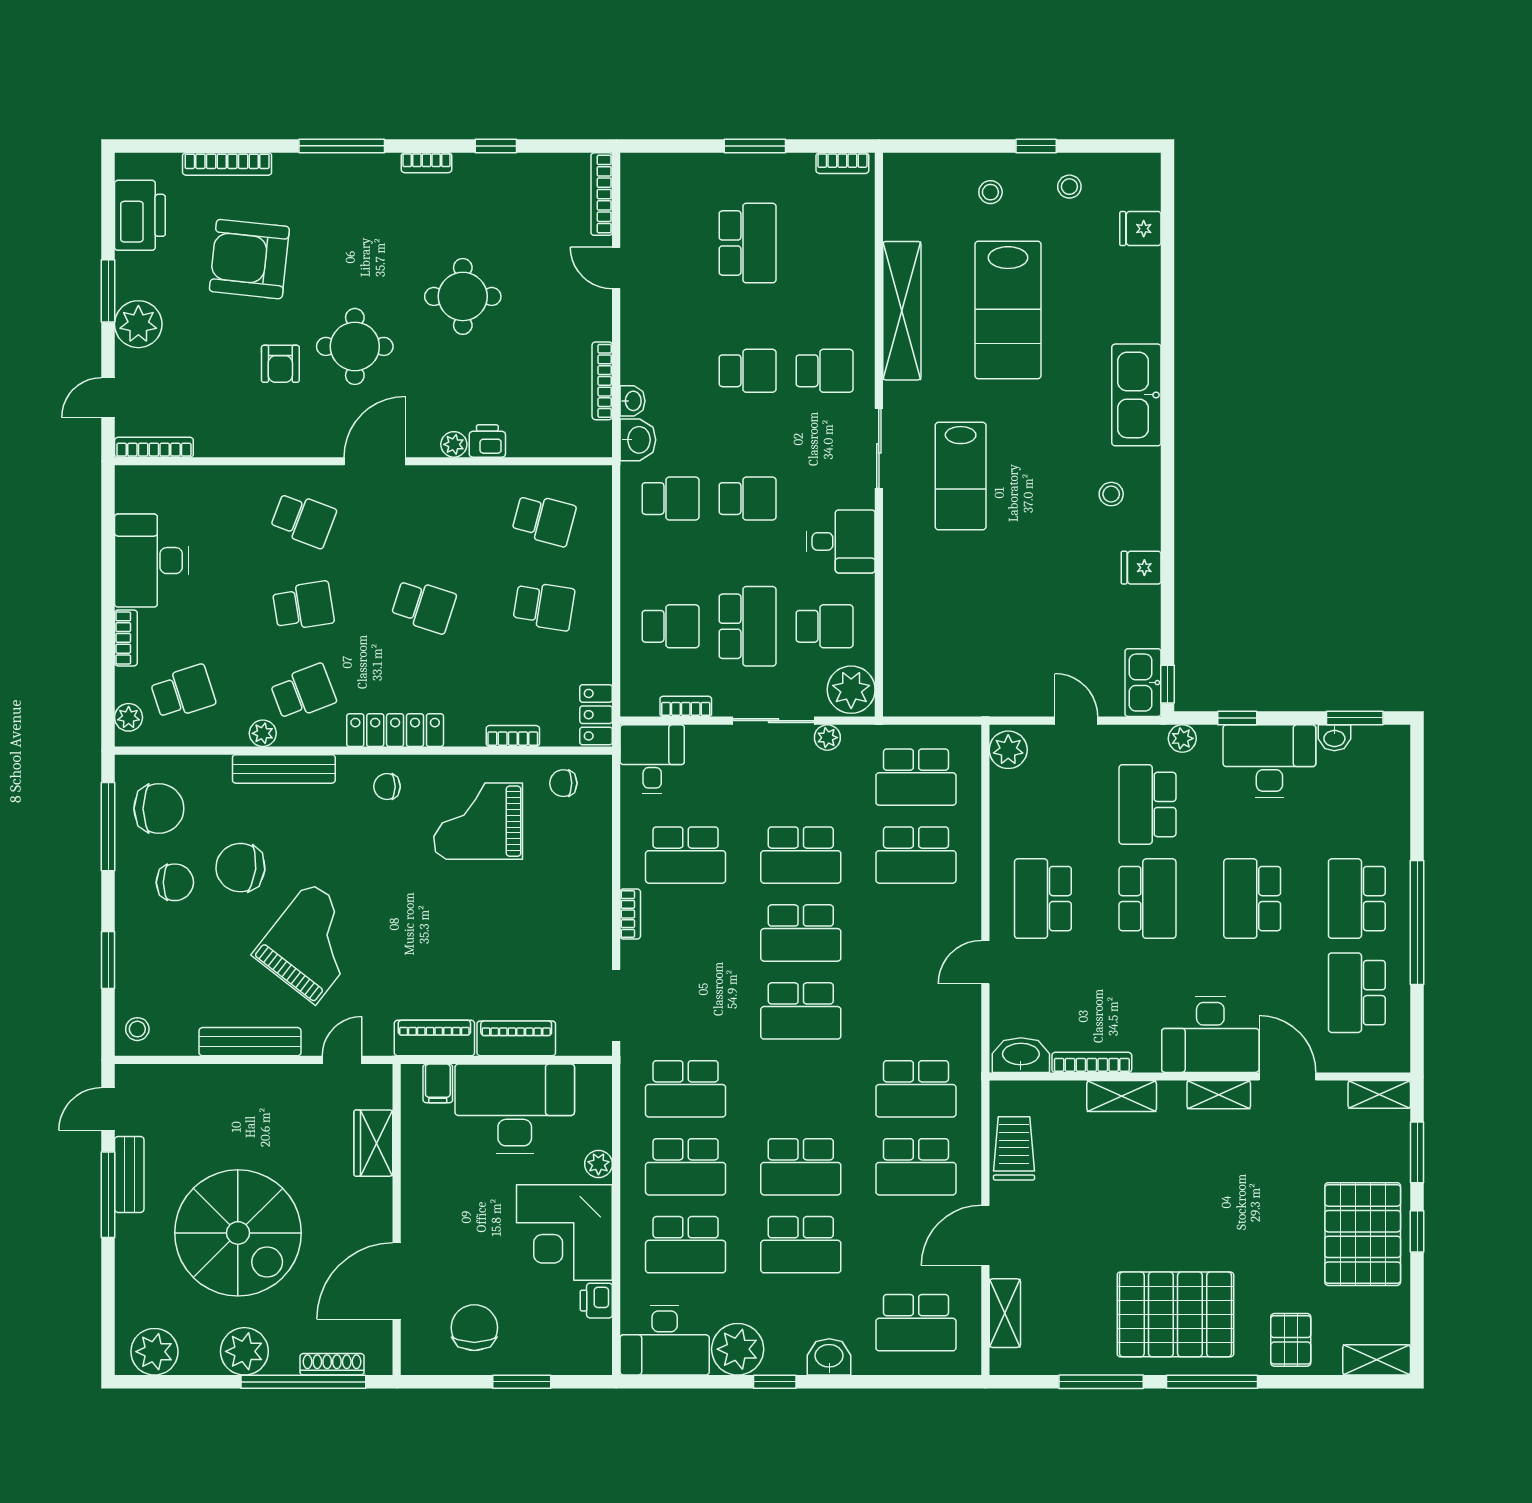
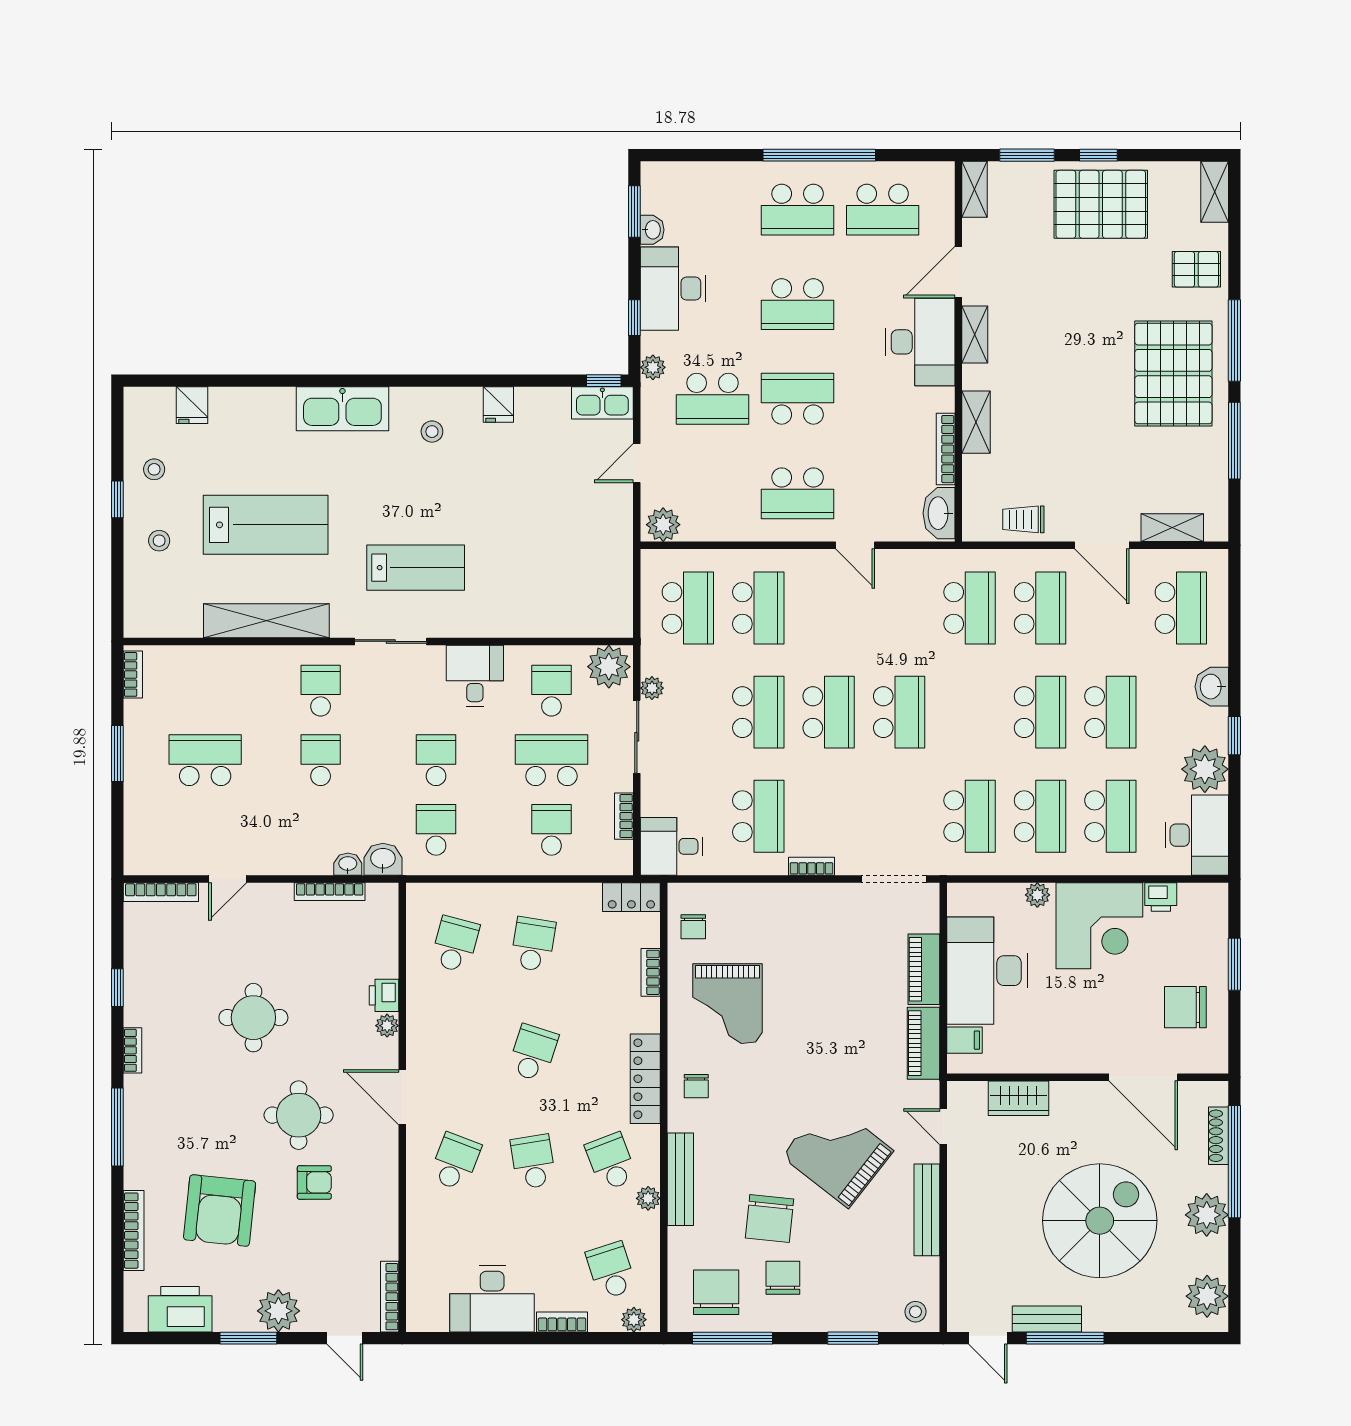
trolley: (1014, 1148) -> (1023, 519), width x0.73, depth x0.72

